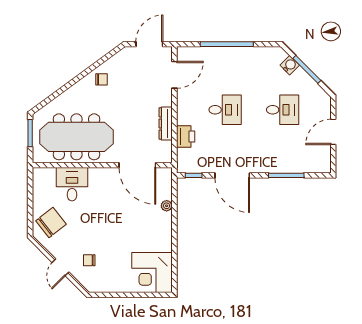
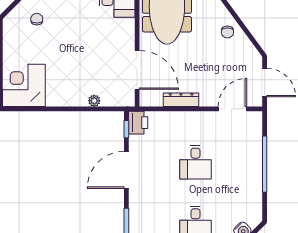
door: (174, 75) -> (232, 109), swing flipped
printer: (186, 136) -> (138, 123), moved, turned -90
door: (137, 165) -> (137, 70), swing flipped

